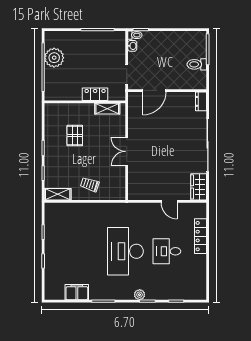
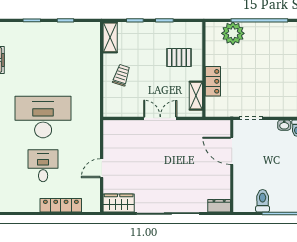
plant: (54, 58) -> (233, 33), moved
locker: (95, 94) -> (213, 81), moved
wall: (85, 102) -> (204, 69), moved
shelving: (107, 109) -> (196, 96), moved

